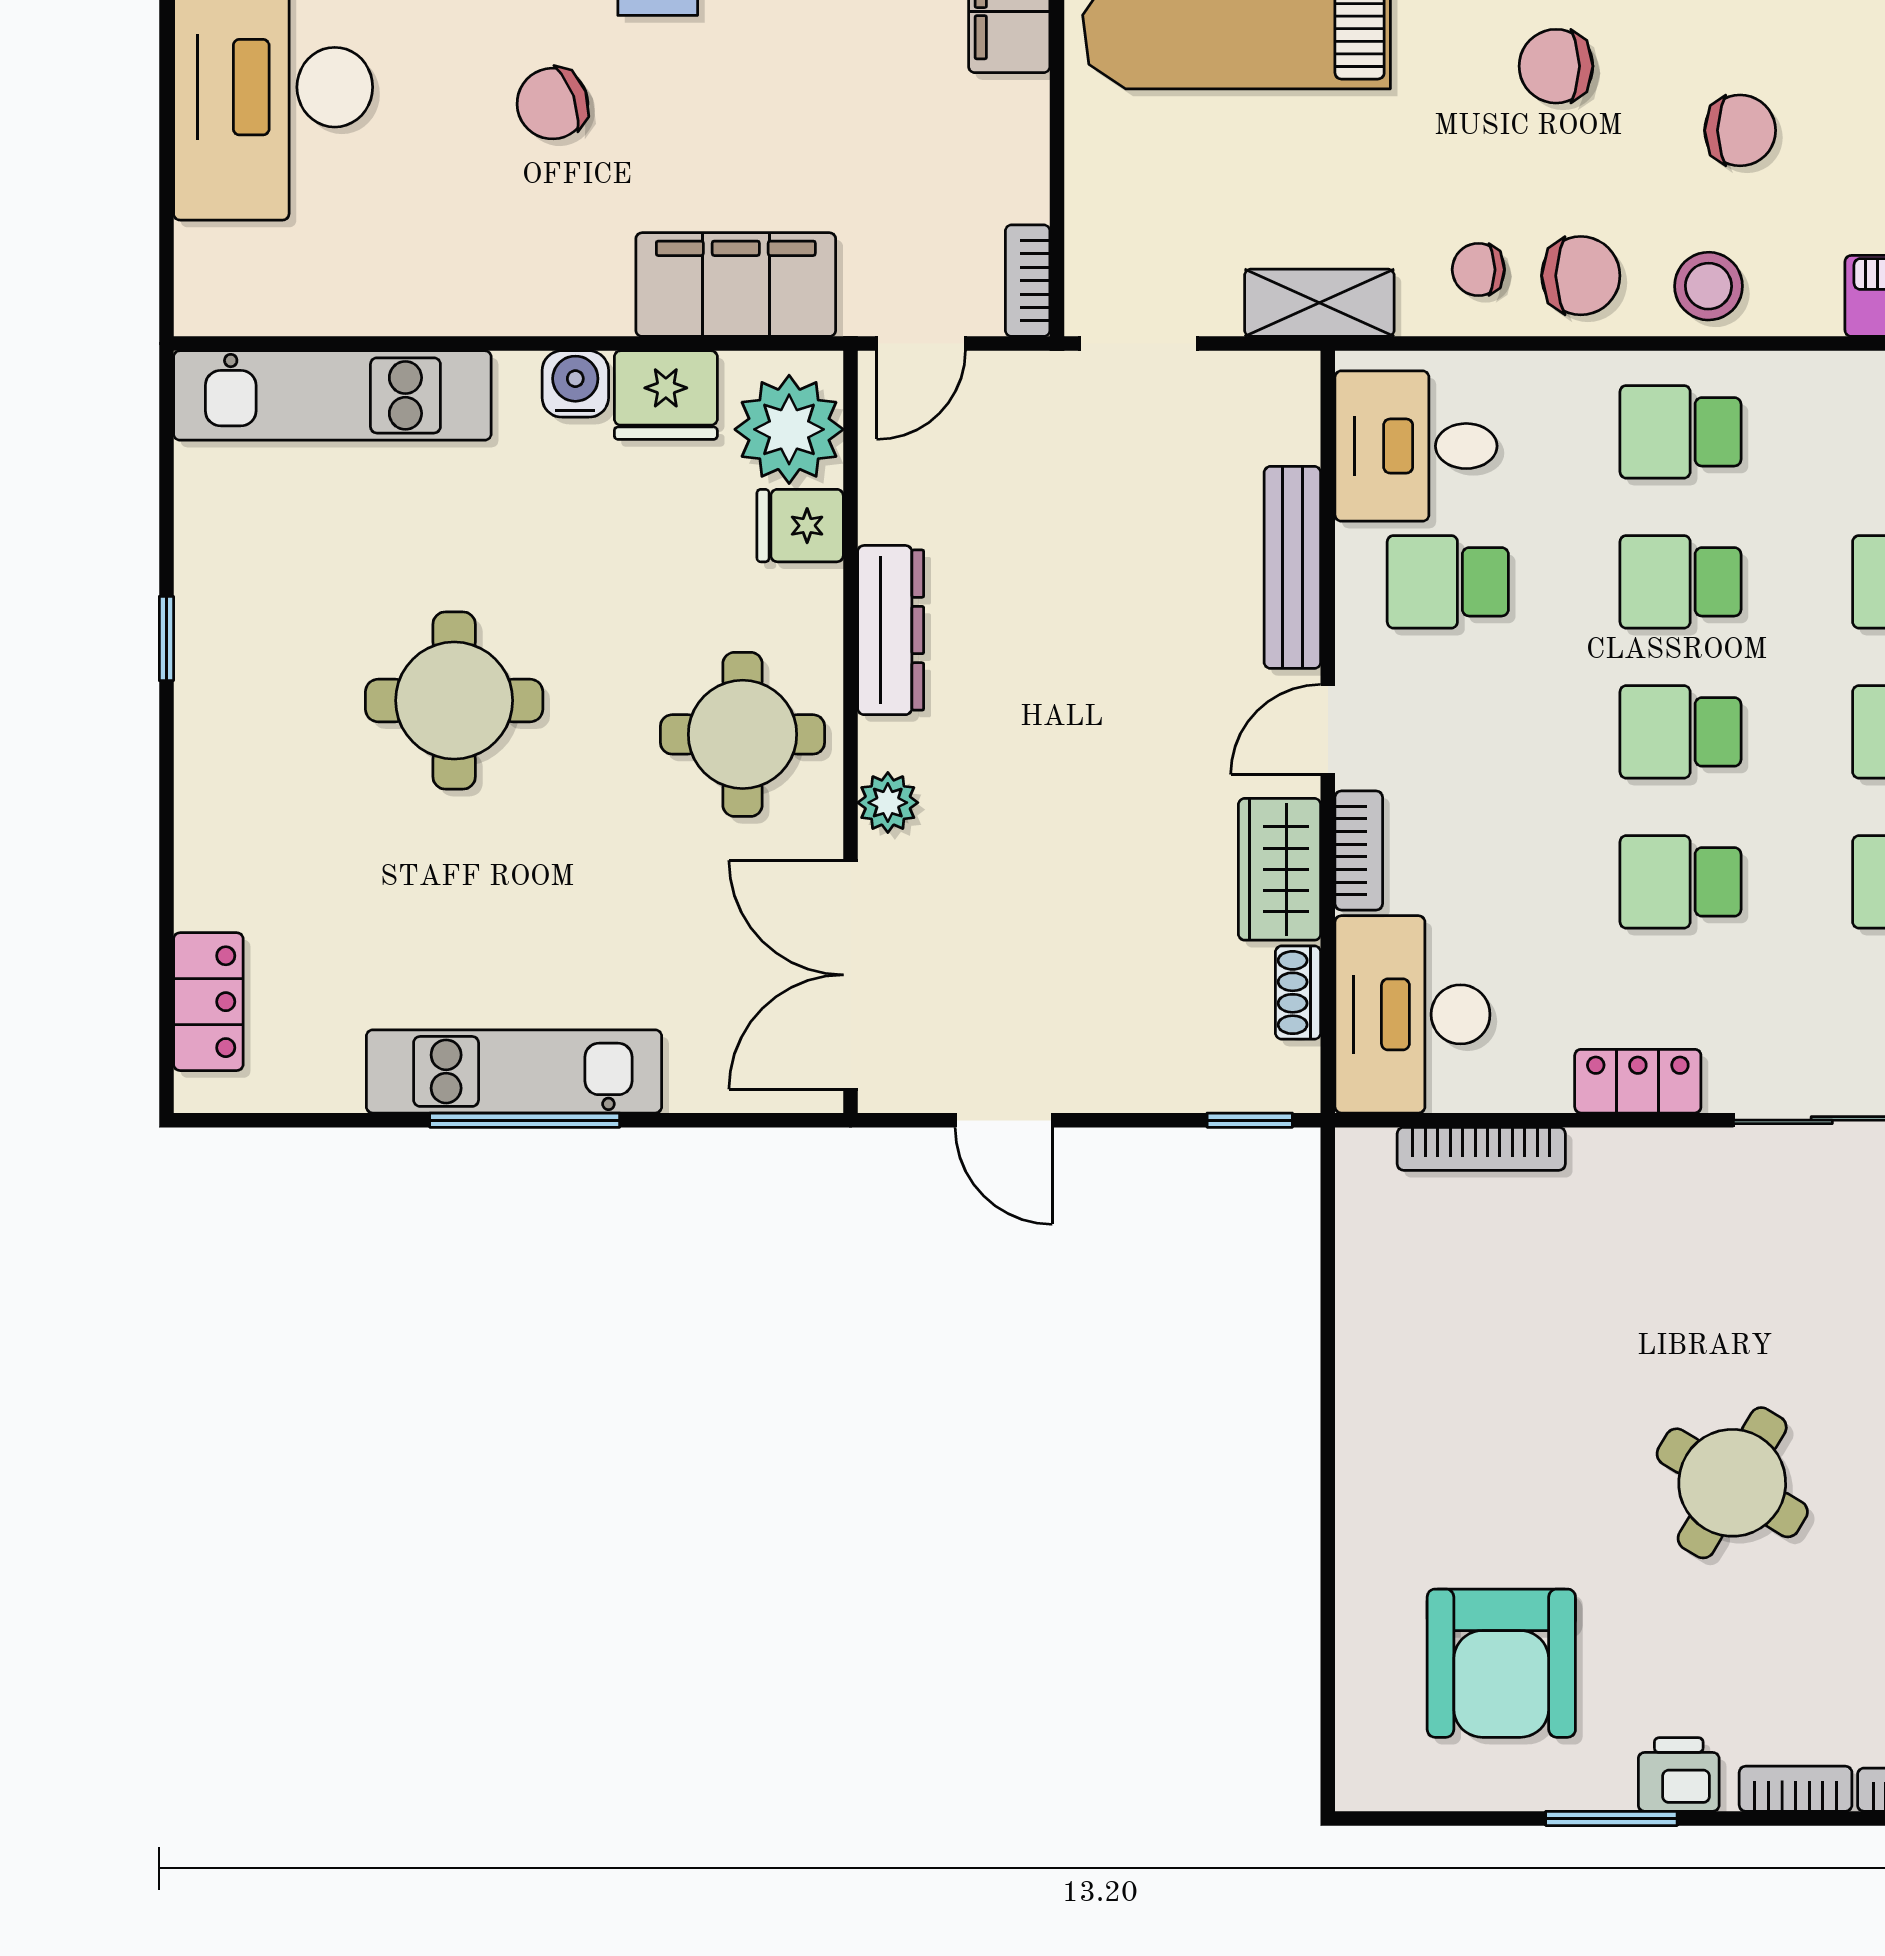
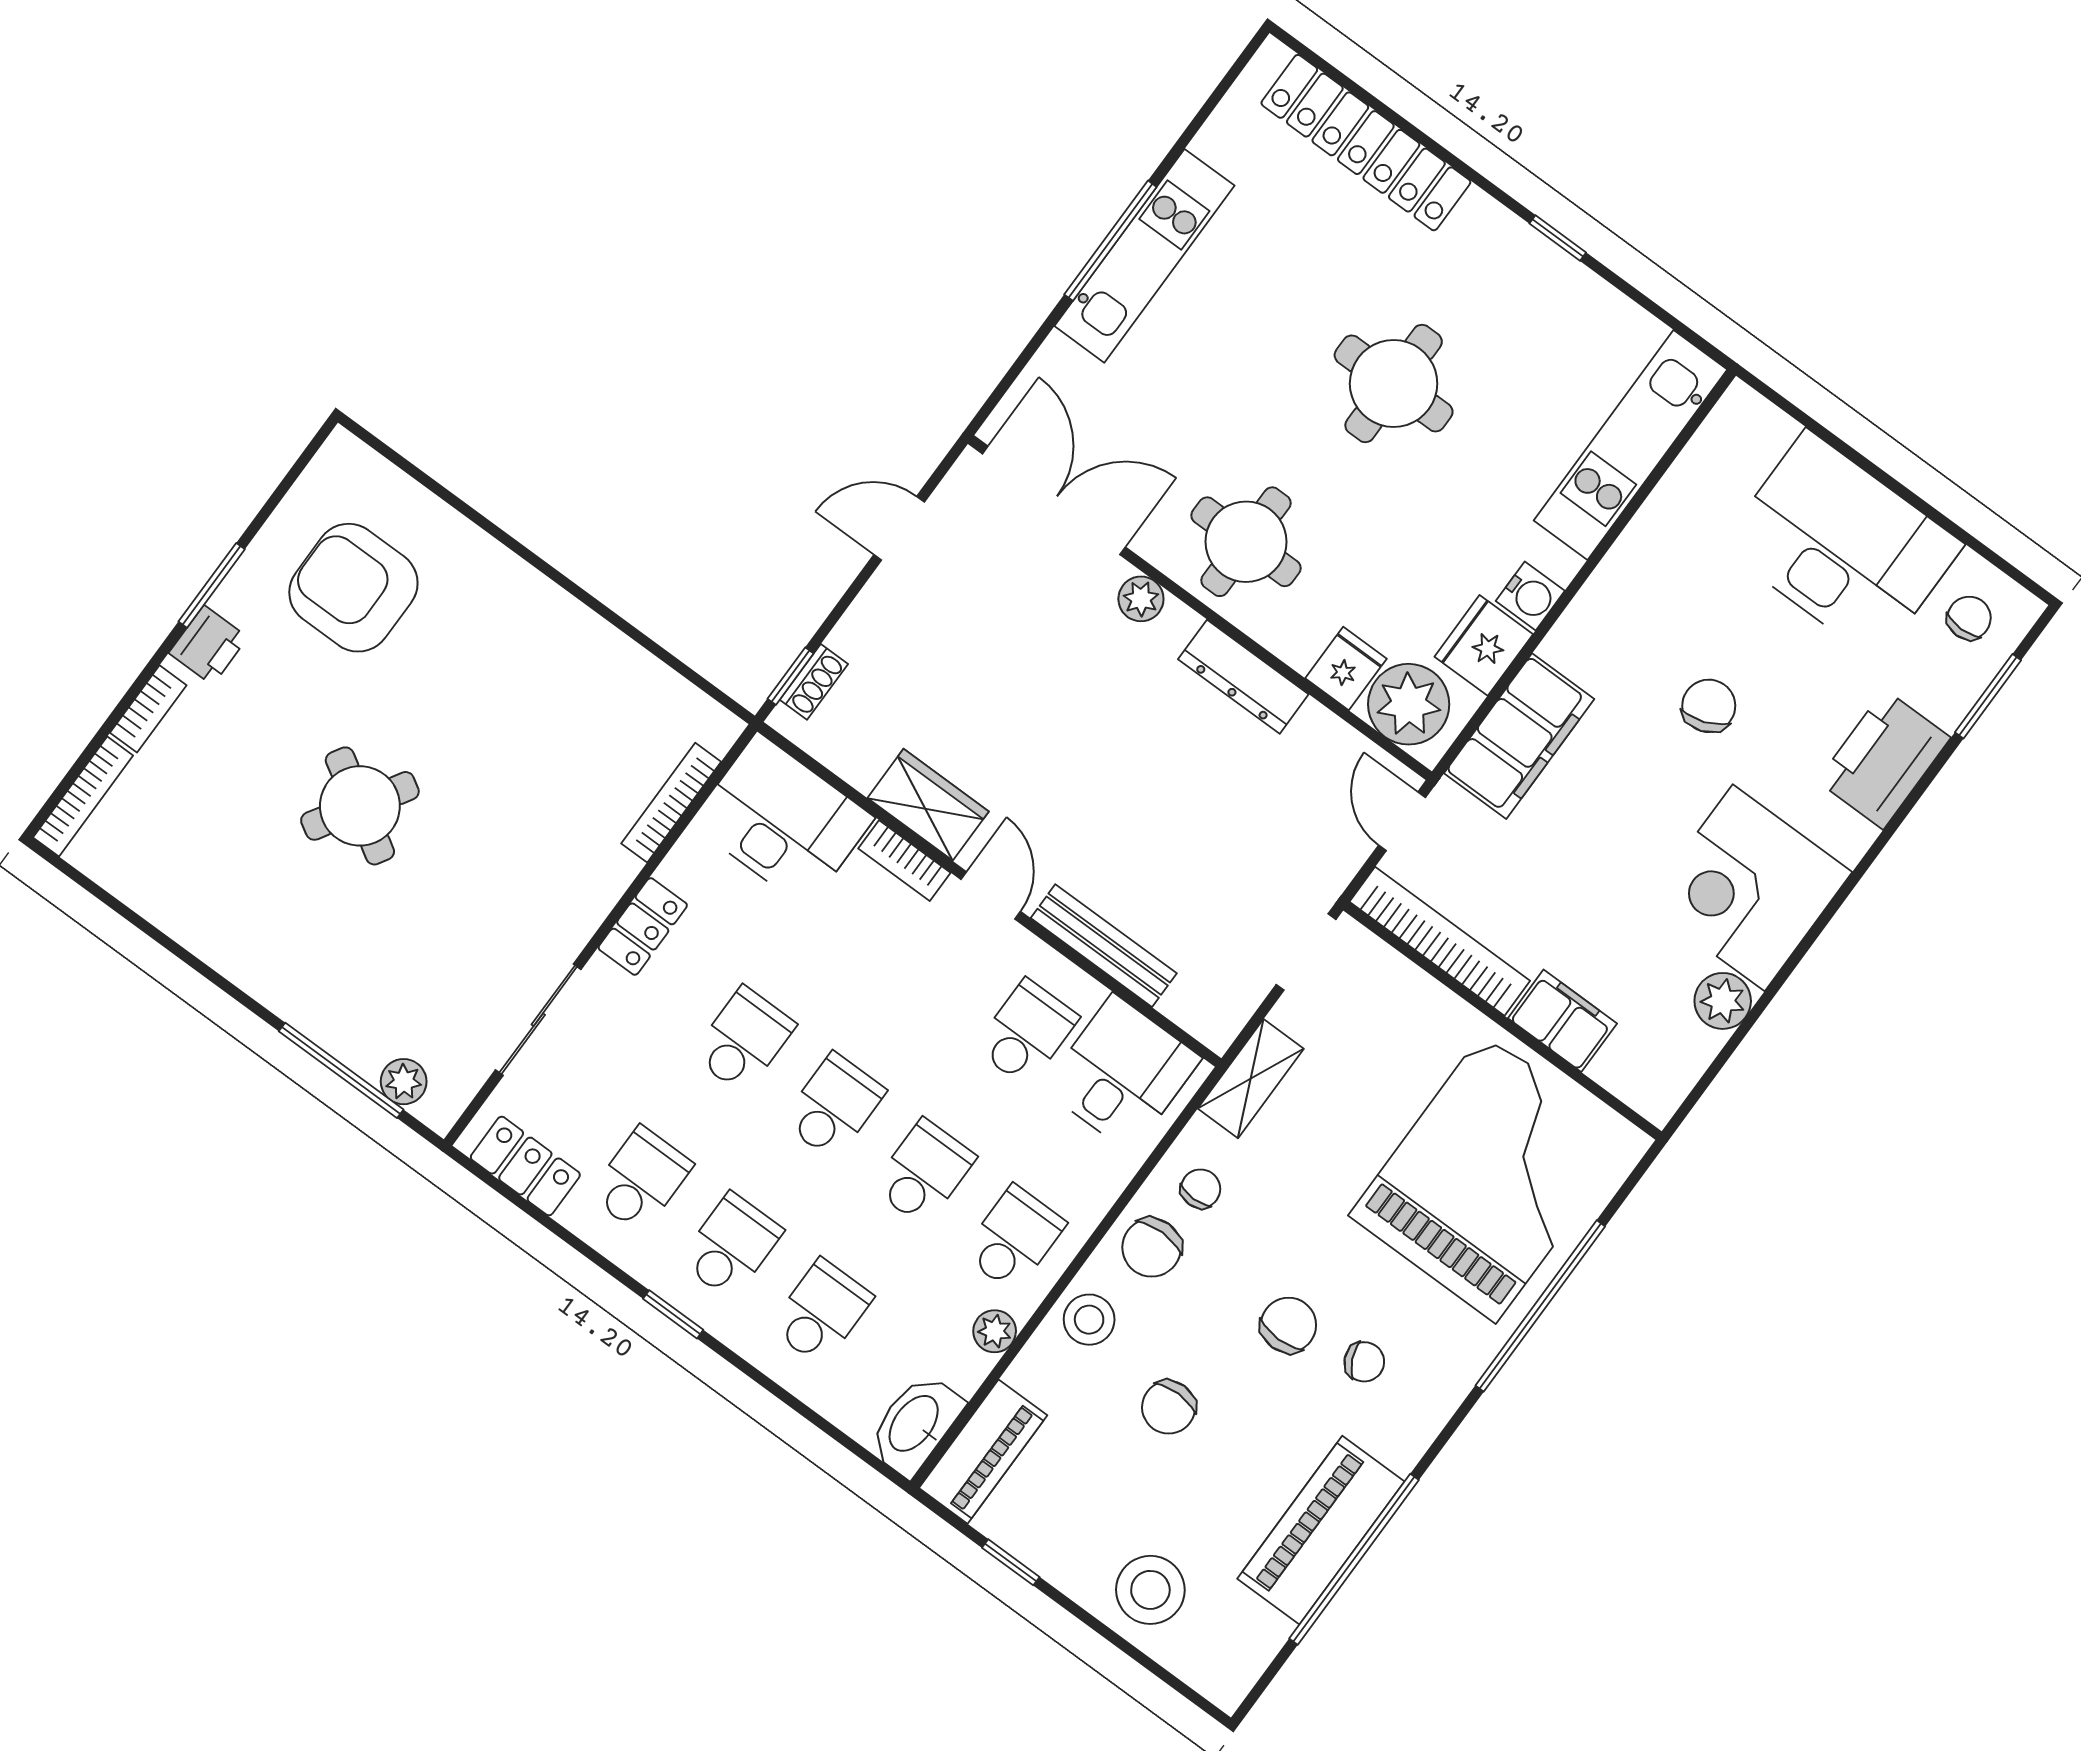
bookcase: (1028, 281) -> (1440, 941), width x2.31, depth x1.31
plant: (1796, 379) -> (995, 1331), added
shoe rack: (1298, 993) -> (814, 682), moved, turned 90
locker: (208, 1002) -> (1366, 143), width x2.16, depth x1.21

